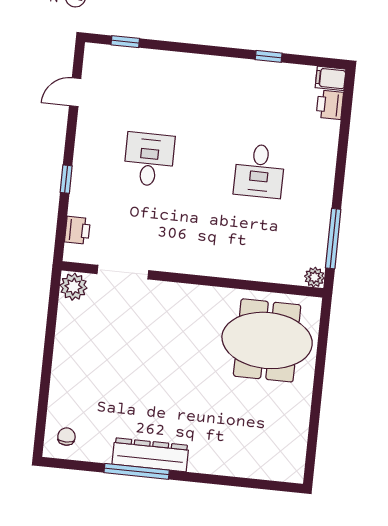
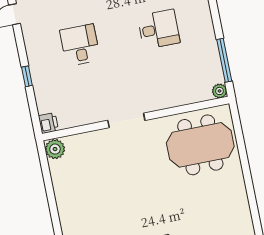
desk: (259, 171) -> (159, 29), turned -90
printer: (77, 230) -> (48, 123), moved
doorway: (123, 272) -> (126, 120), moved

